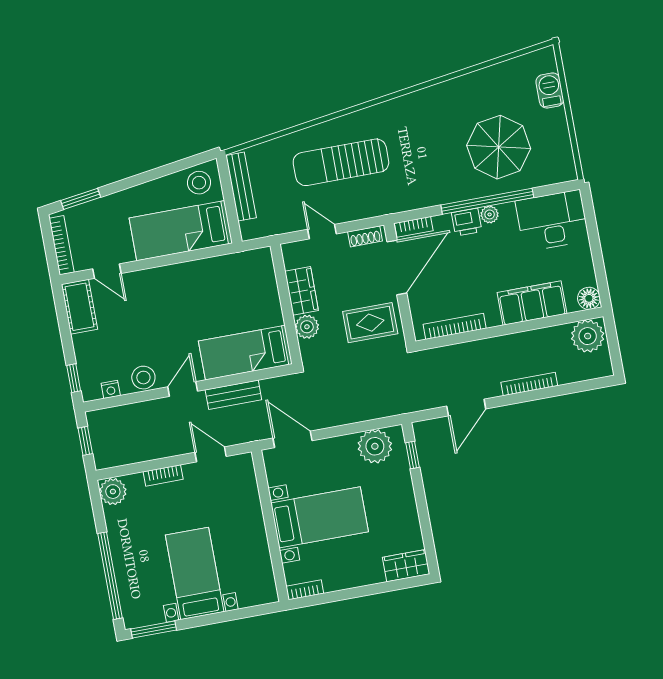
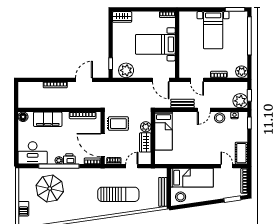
door: (322, 232) -> (132, 166), swing flipped
door: (397, 267) -> (103, 145), hinge flipped
plant: (588, 336) -> (240, 101), moved
bed: (245, 353) -> (164, 131), moved, turned 90

